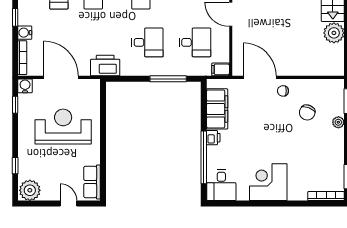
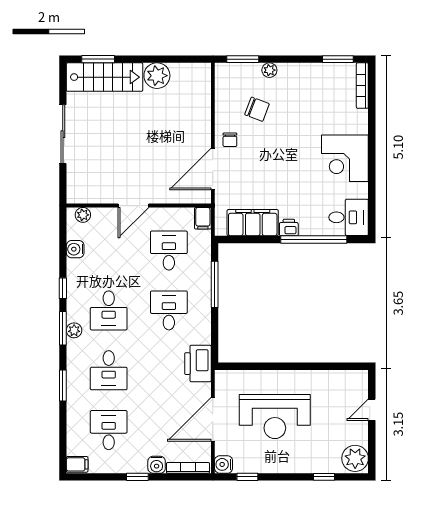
reception desk: (63, 127) -> (275, 416), turned -90
row of seats: (92, 182) -> (345, 380), removed

